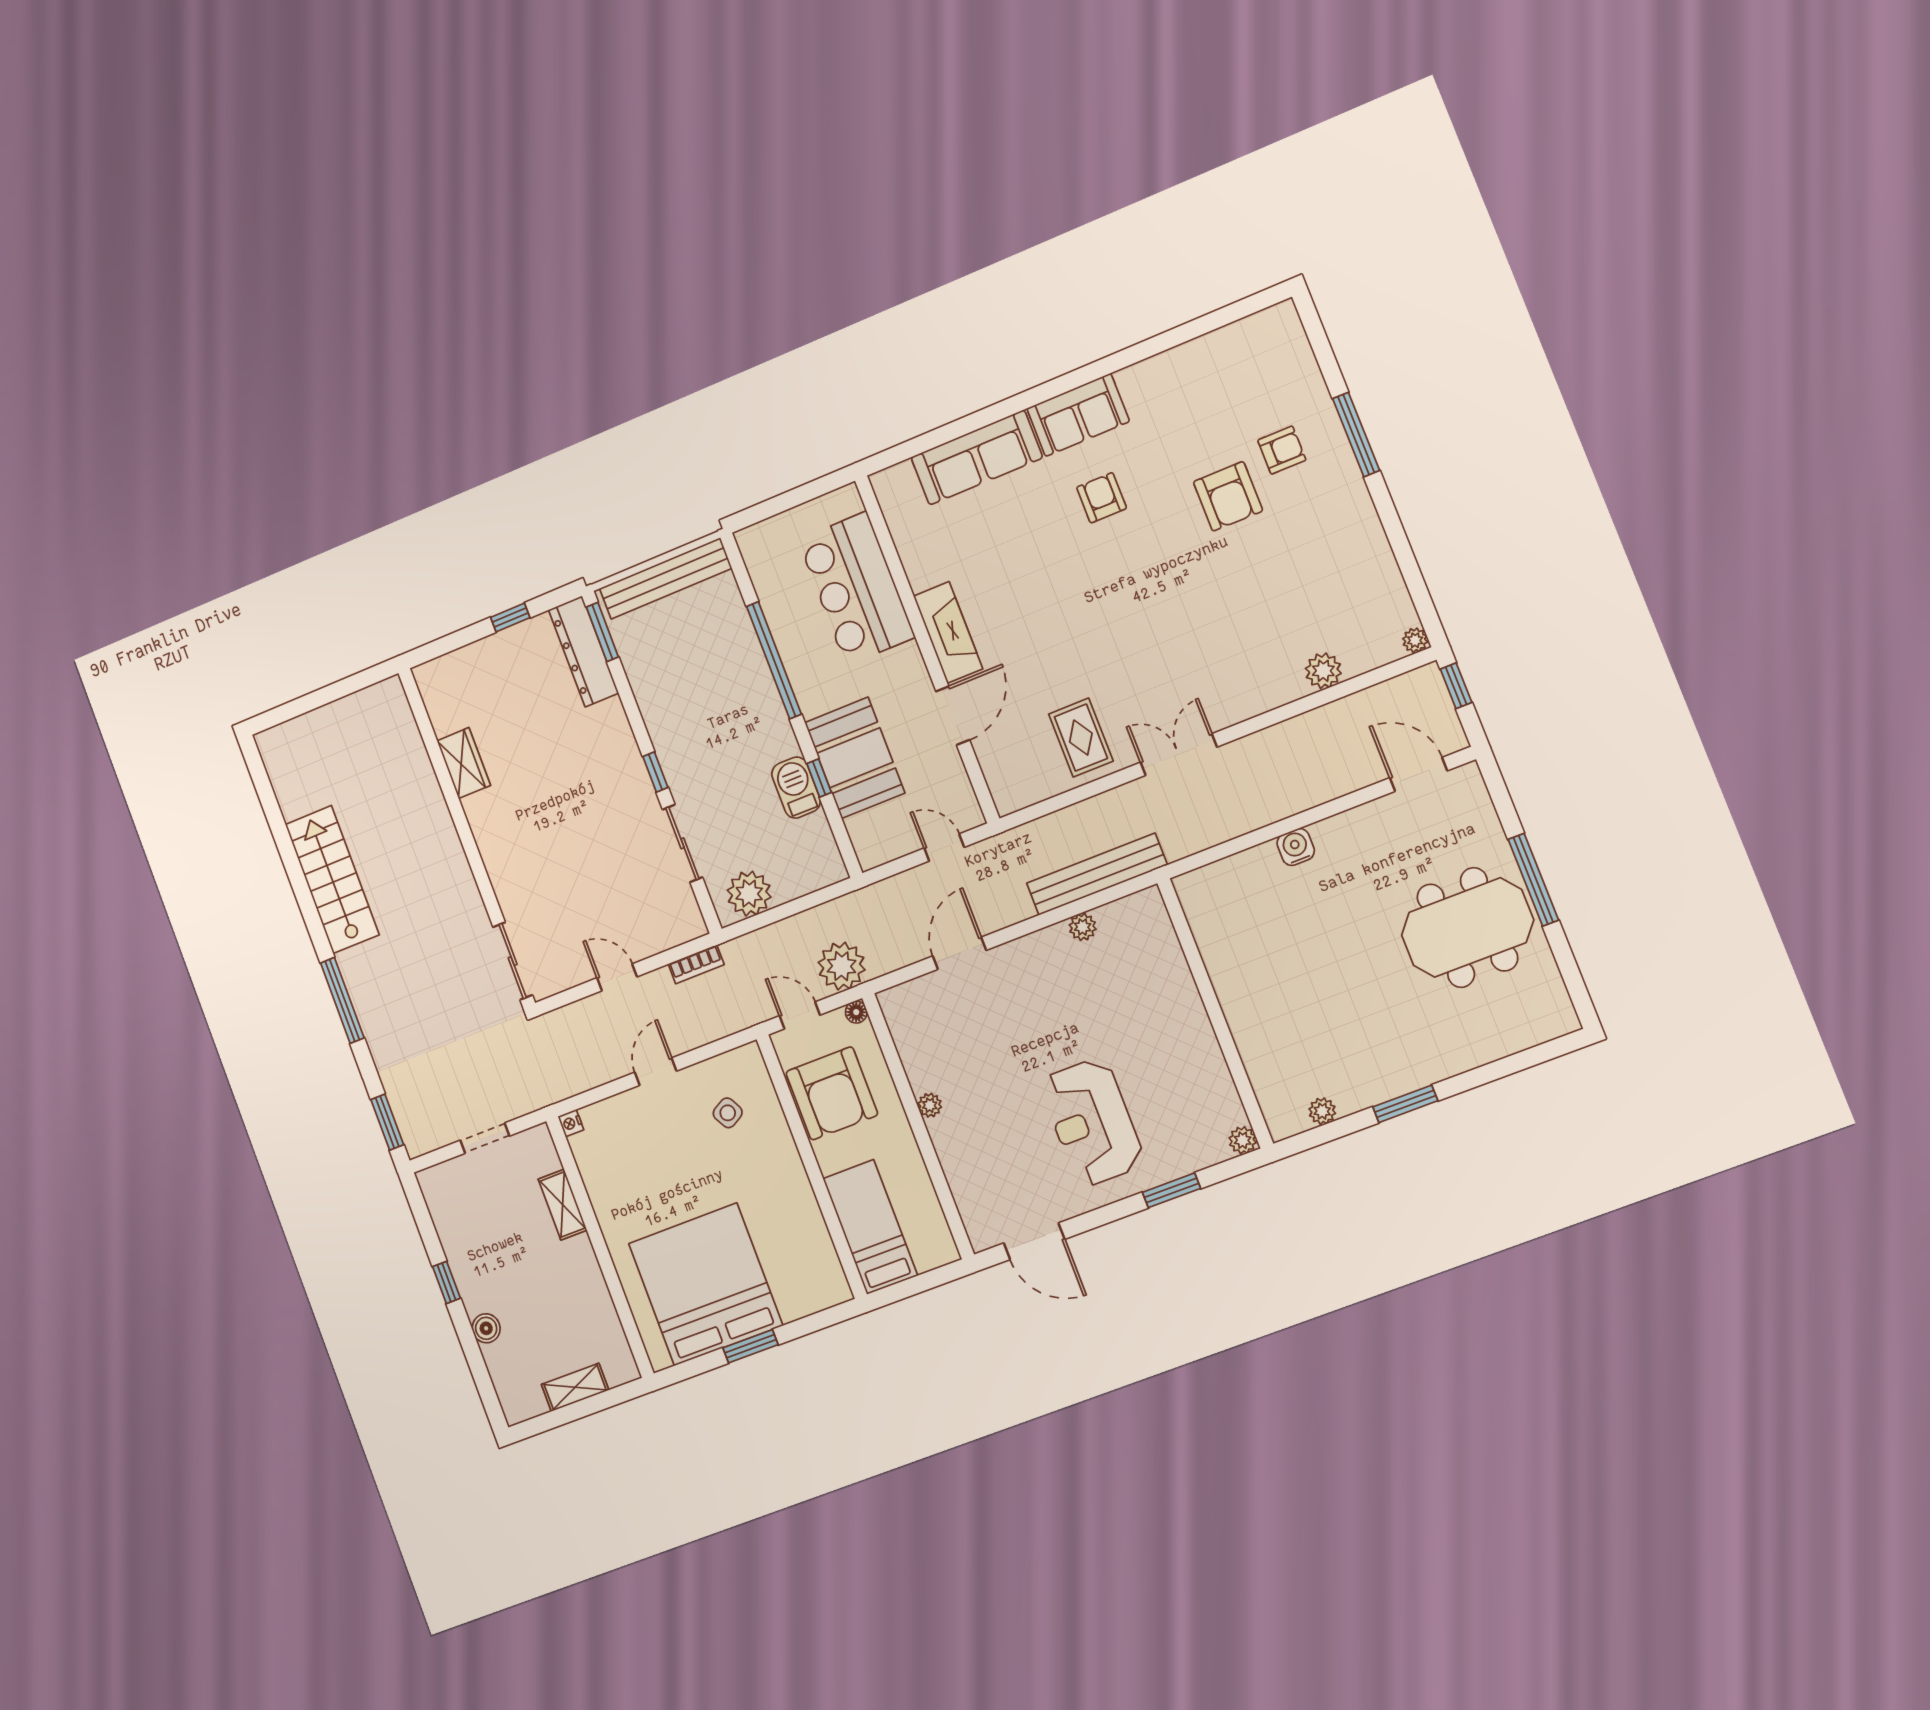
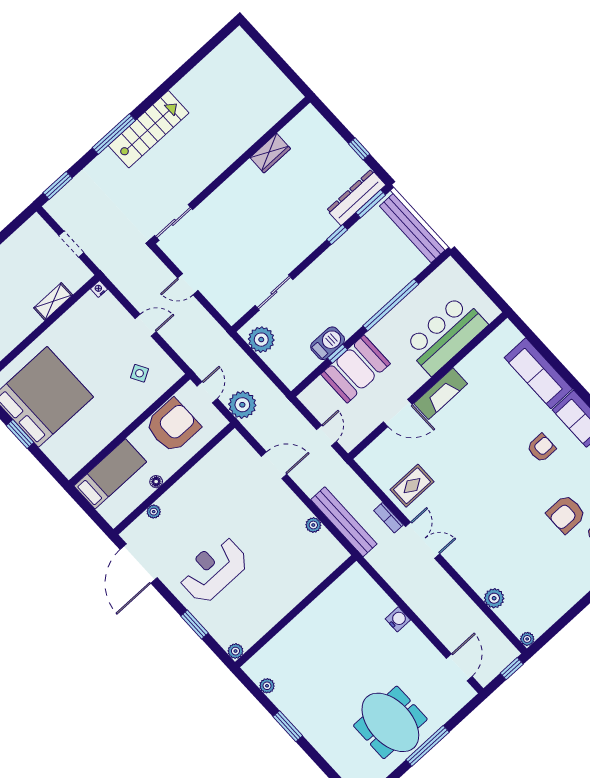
window: (655, 772) -> (337, 235), moved
stairs: (332, 880) -> (149, 129), moved
bookcase: (696, 964) -> (388, 518), moved
door: (617, 977) -> (188, 284), swing flipped
floor lamp: (856, 1012) -> (156, 482), moved
armchair: (832, 1093) -> (173, 426), turned 180
plant: (930, 1105) -> (154, 512), moved
door: (1034, 1241) -> (139, 564), width x1.36

